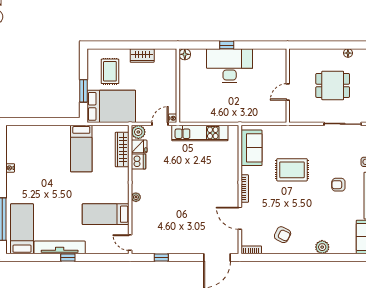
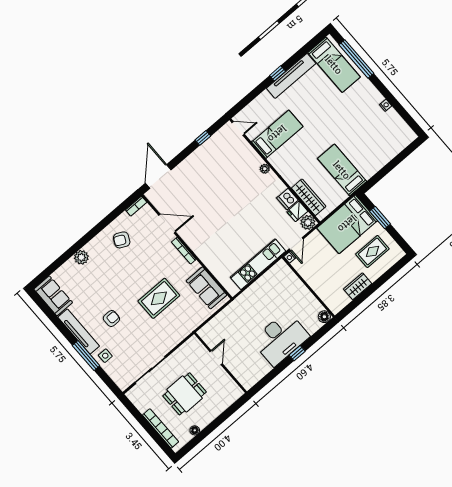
rug: (110, 71) -> (372, 251), turned 90

